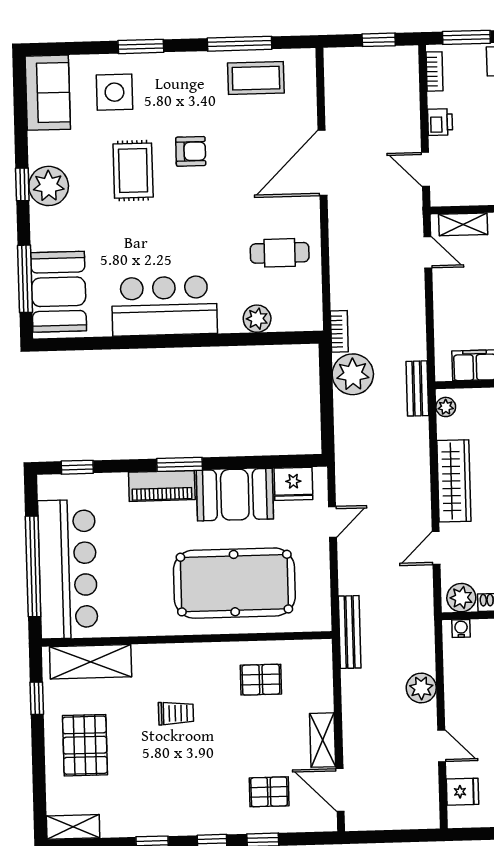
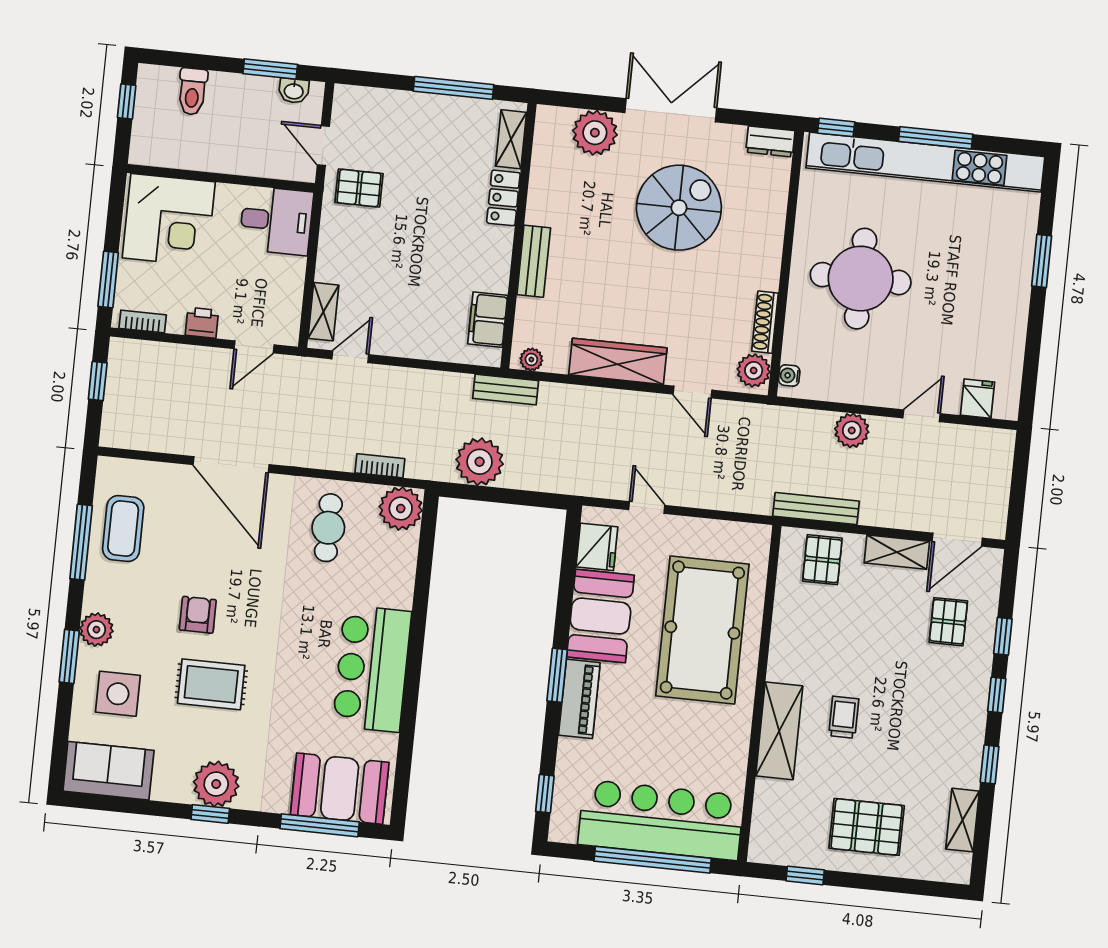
plant: (167, 67) -> (96, 630), added
plant: (257, 319) -> (401, 508), moved, width x1.36, depth x1.36
bookcase: (339, 331) -> (380, 466), moved
bench: (350, 632) -> (816, 509), moved
shelving: (91, 662) -> (779, 731), moved
pallet: (261, 680) -> (822, 560), moved
shelving: (73, 827) -> (962, 820), moved

